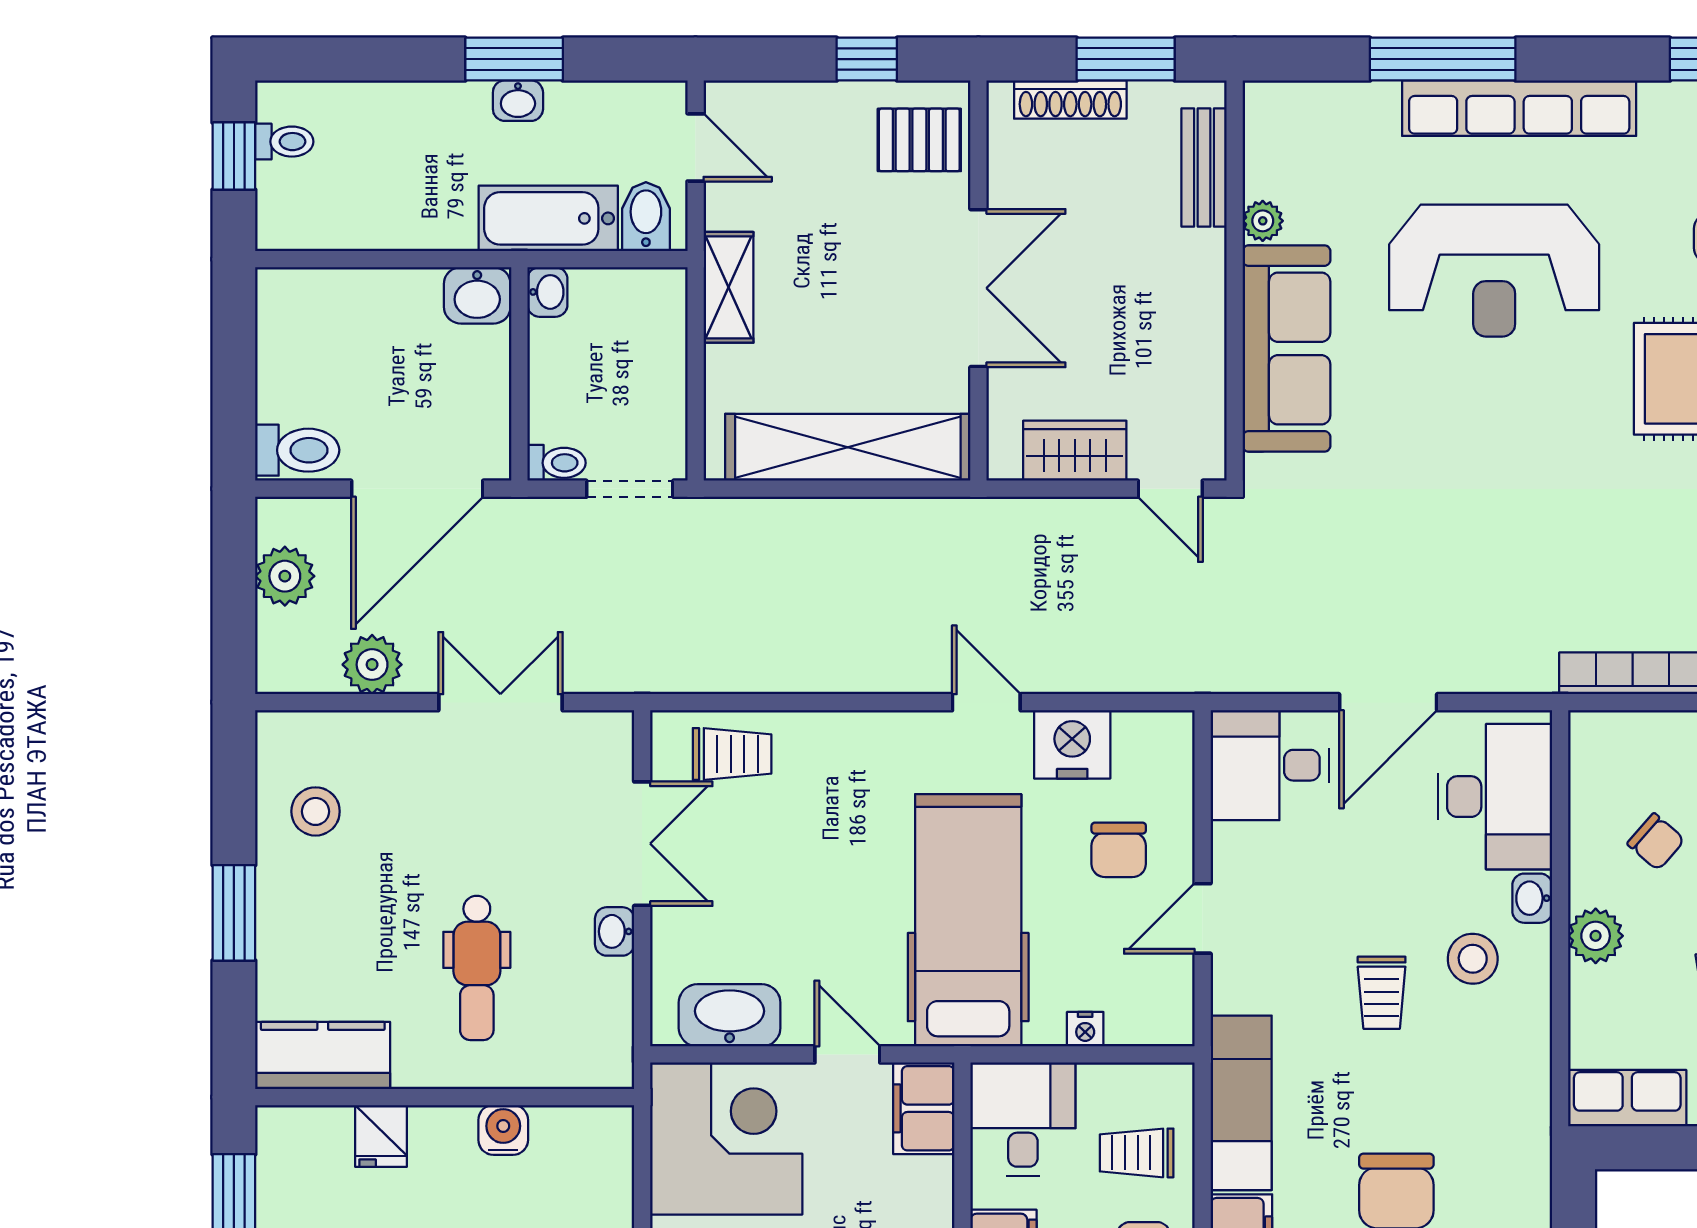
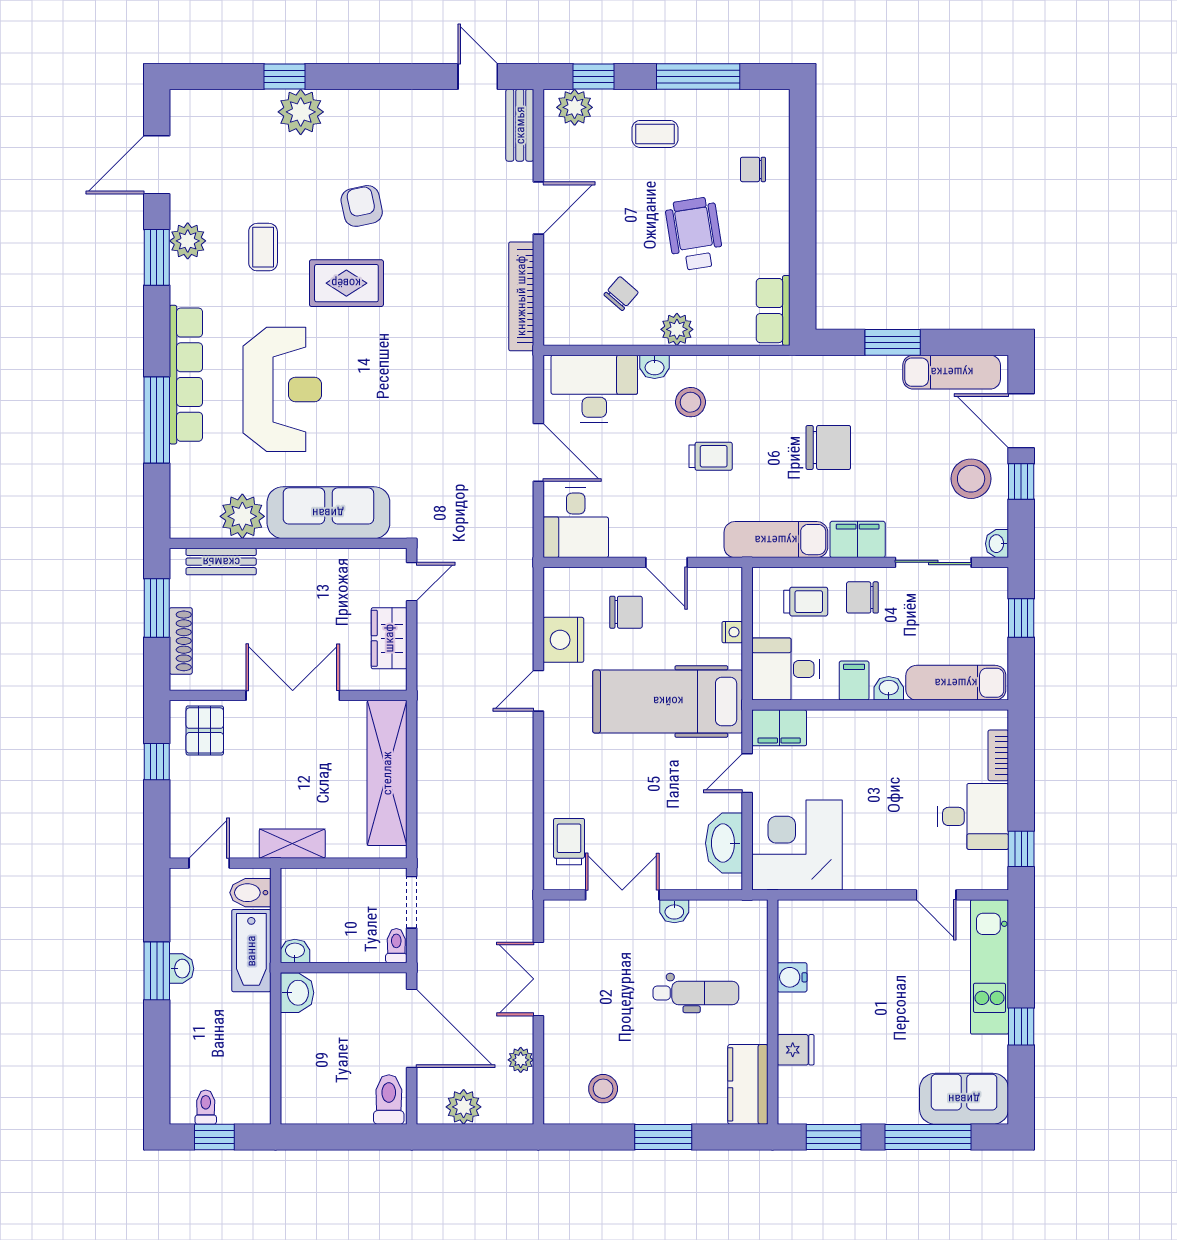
plant: (1263, 221) -> (242, 516), width x1.88, depth x1.88
plant: (372, 665) -> (521, 1060), width x0.73, depth x0.73
trolley: (1137, 1153) -> (806, 602), turned -90

